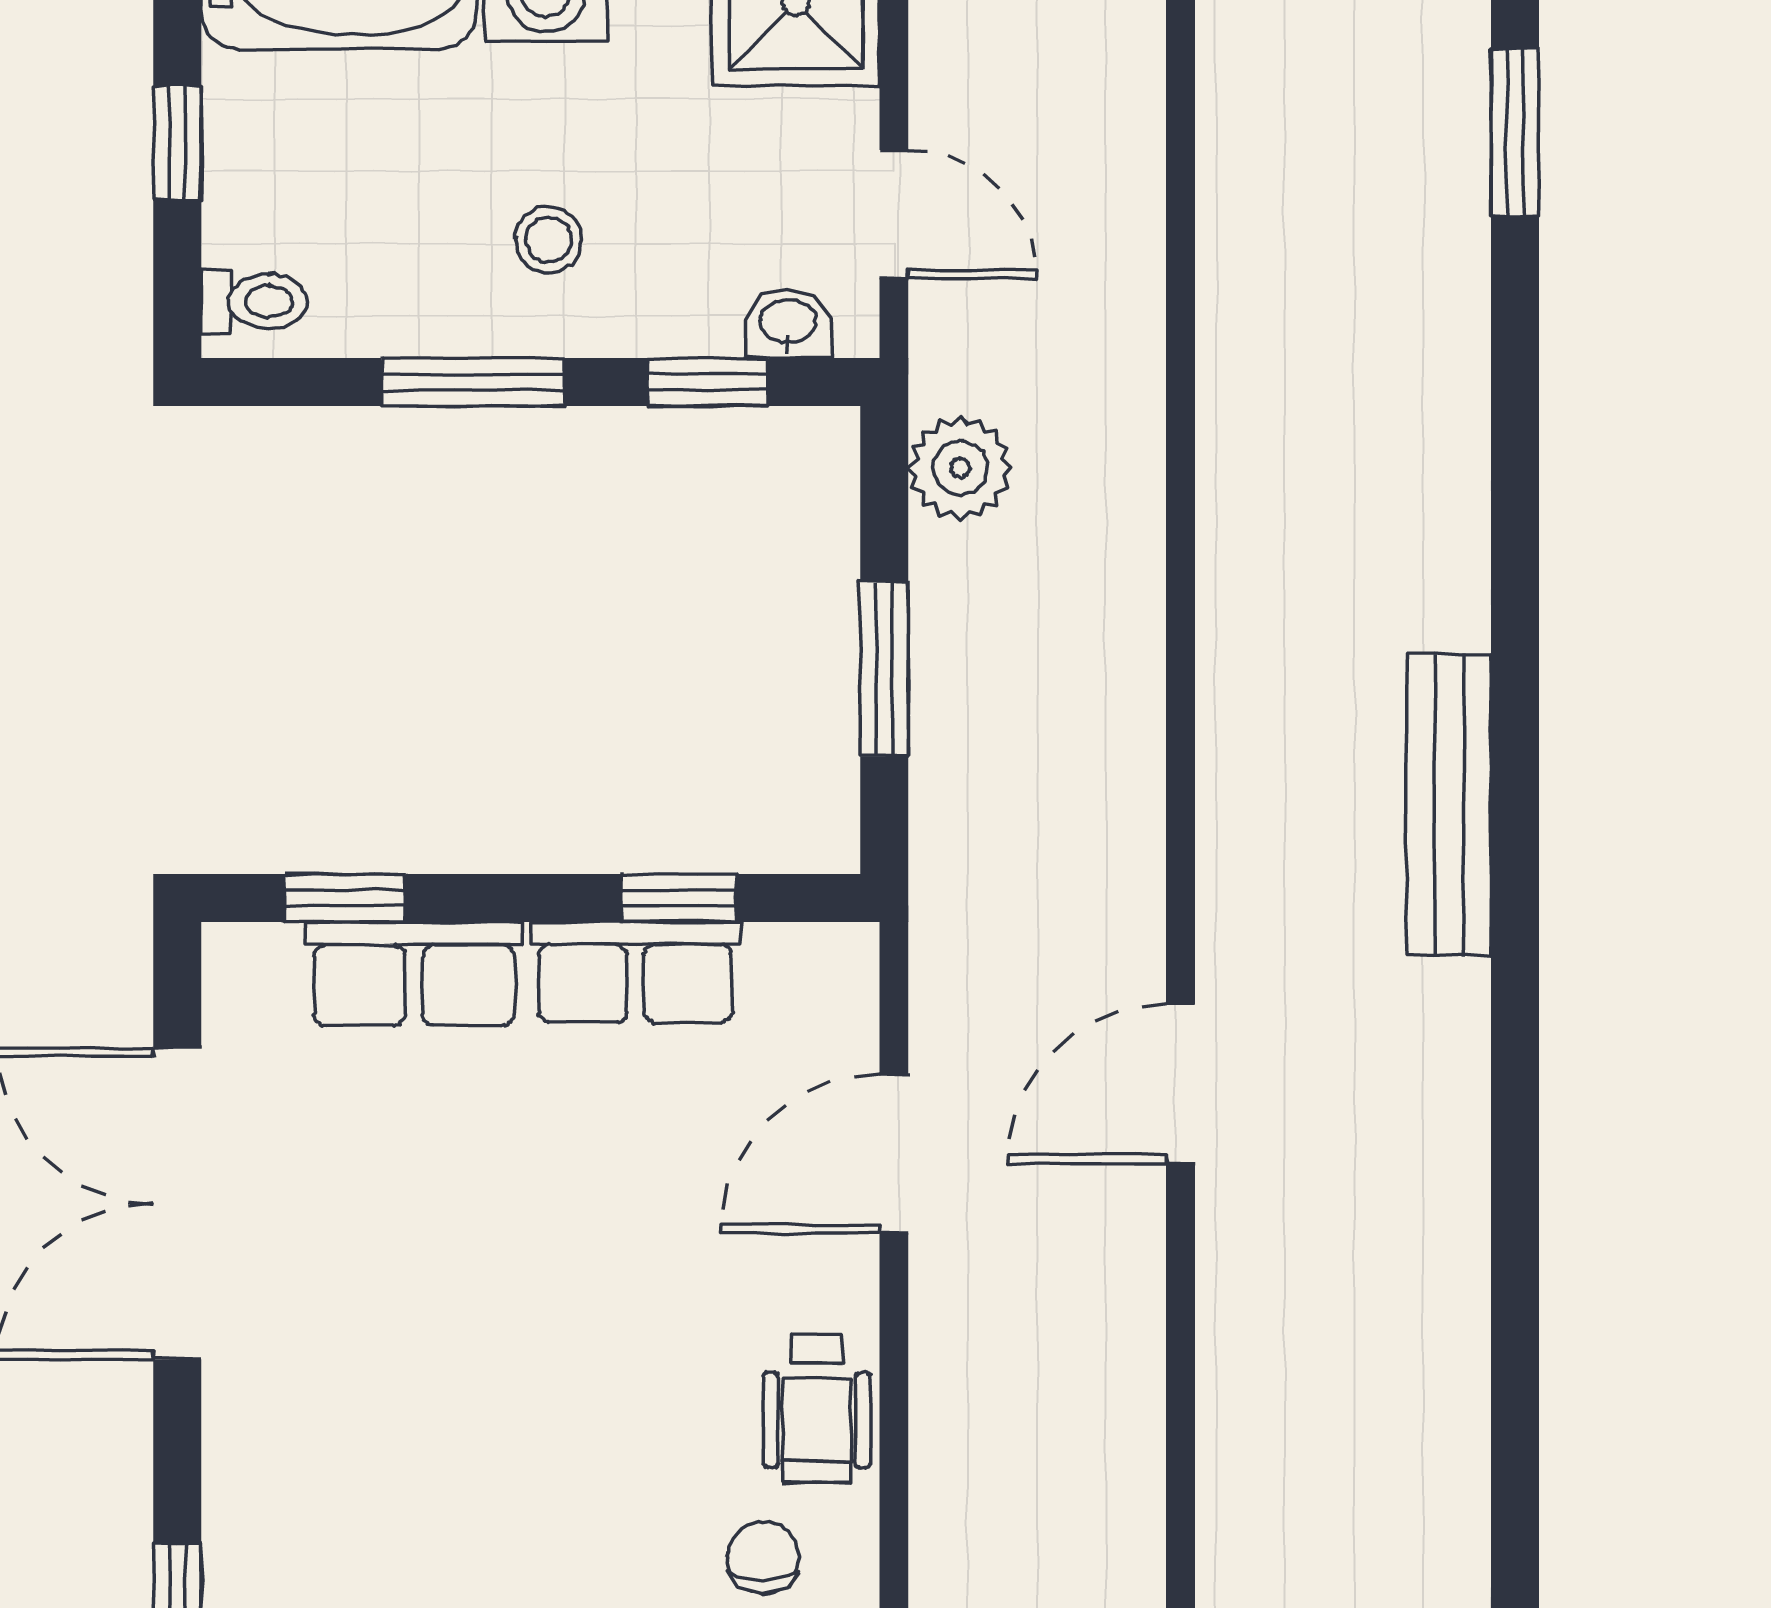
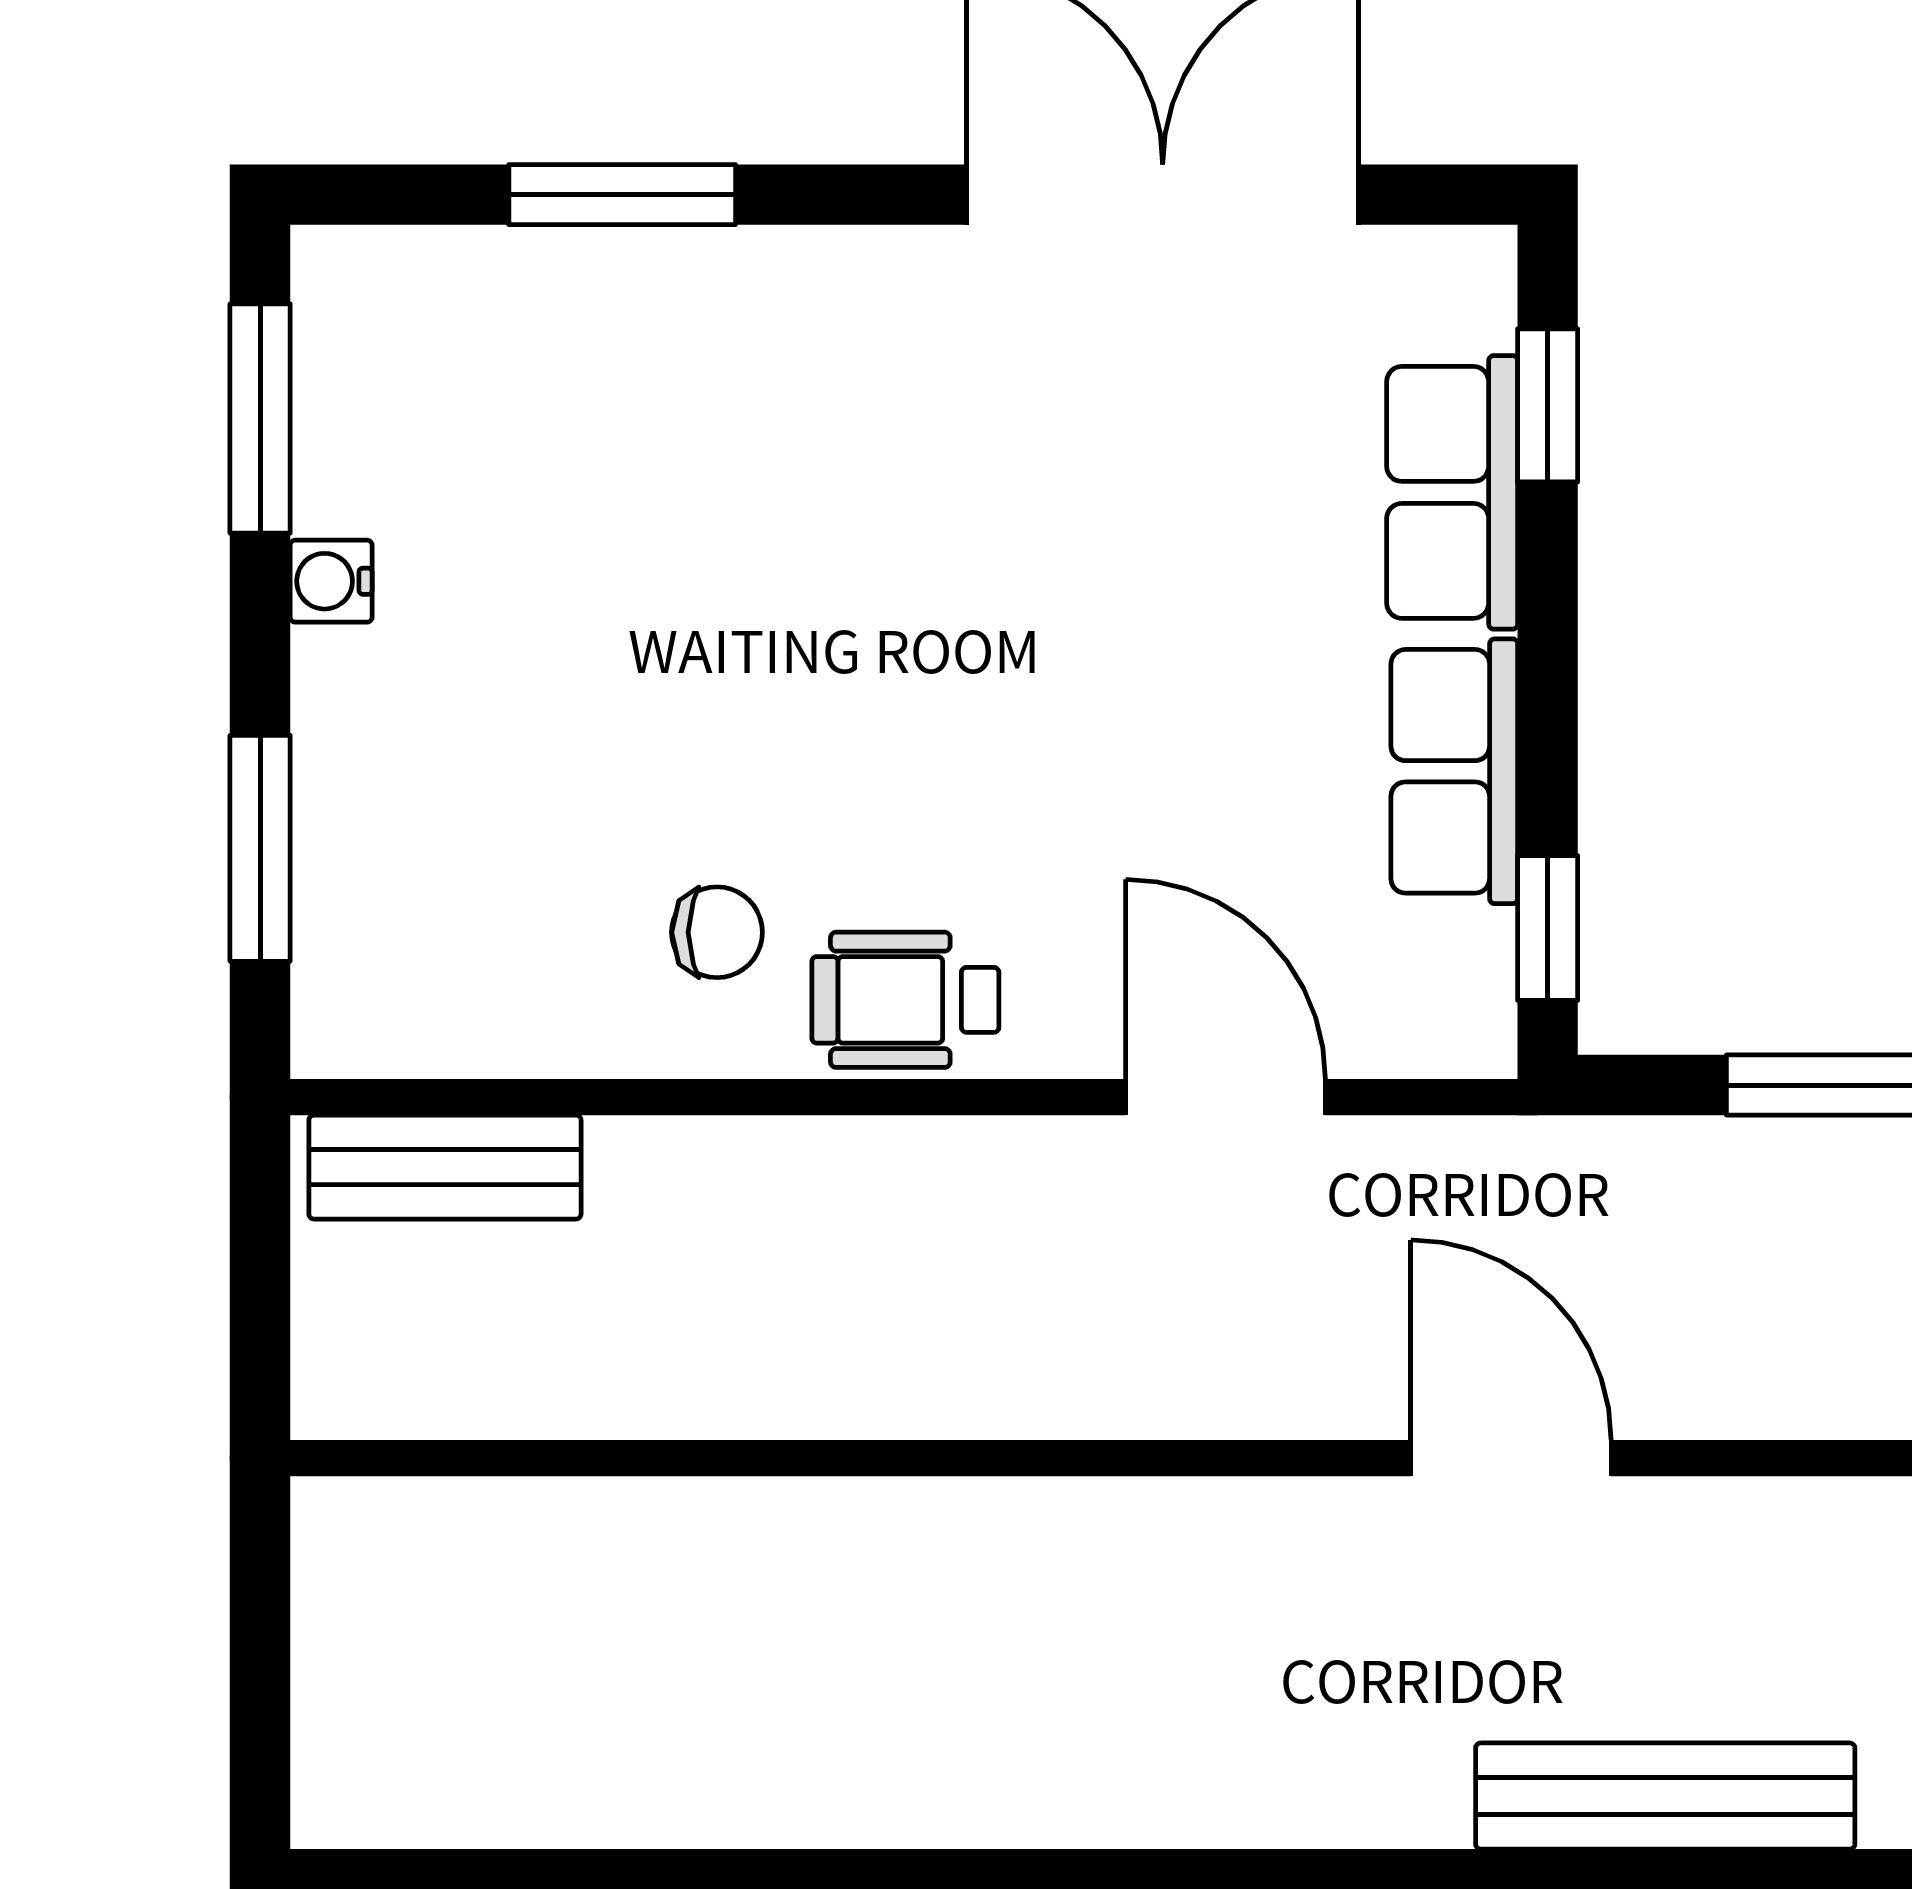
window: (679, 898) -> (1548, 928), moved
door: (1181, 1084) -> (1511, 1458), moved

